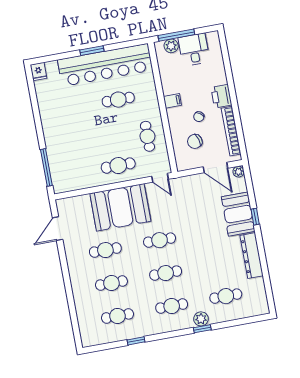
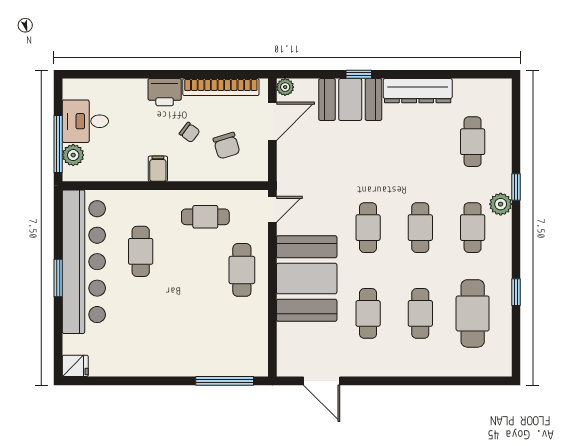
cafe table: (117, 316) -> (473, 313), width x1.37, depth x1.35
plant: (201, 319) -> (501, 204), moved

